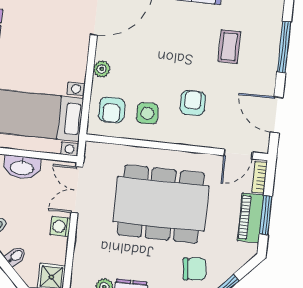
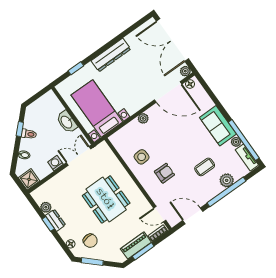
plant: (270, 34) -> (227, 180), added
window: (284, 47) -> (226, 192), width x1.46
armchair: (112, 110) -> (129, 139), removed
door: (277, 115) -> (193, 216), hinge flipped
dining table: (161, 204) -> (106, 199), width x0.73, depth x0.80

